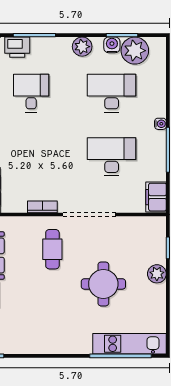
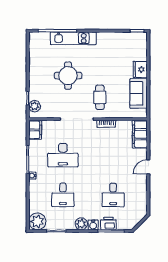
water cooler: (112, 45) -> (93, 225), moved
printer: (17, 47) -> (108, 223), moved
plant: (135, 51) -> (37, 221), moved
desk: (112, 93) -> (63, 195), width x0.73
plant: (157, 274) -> (35, 106), moved
kitchen unit: (130, 344) -> (73, 38), moved

